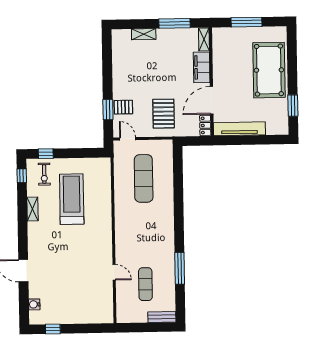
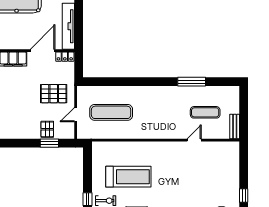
door: (212, 100) -> (43, 51), swing flipped
door: (128, 139) -> (76, 115), moved
treadmill: (72, 199) -> (128, 177), turned 180
bench: (162, 317) -> (235, 126), moved

